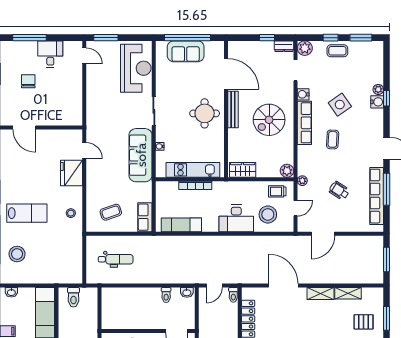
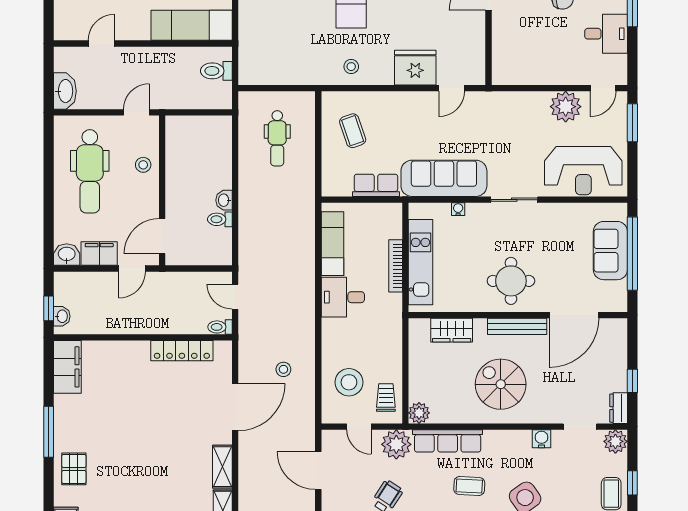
plant: (96, 79) -> (566, 107), added
row of seats: (304, 123) -> (448, 441), moved
wardrobe: (243, 170) -> (452, 330), moved, turned 90
plant: (302, 181) -> (396, 444), width x1.88, depth x1.88
row of seats: (145, 217) -> (376, 185), moved
desk: (236, 218) -> (343, 297), moved, width x0.73
stool: (260, 255) -> (283, 369), added
washbasin: (187, 292) -> (224, 200), moved

